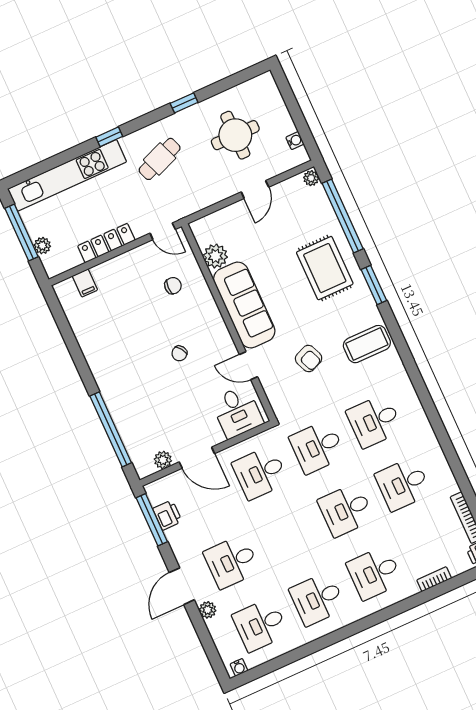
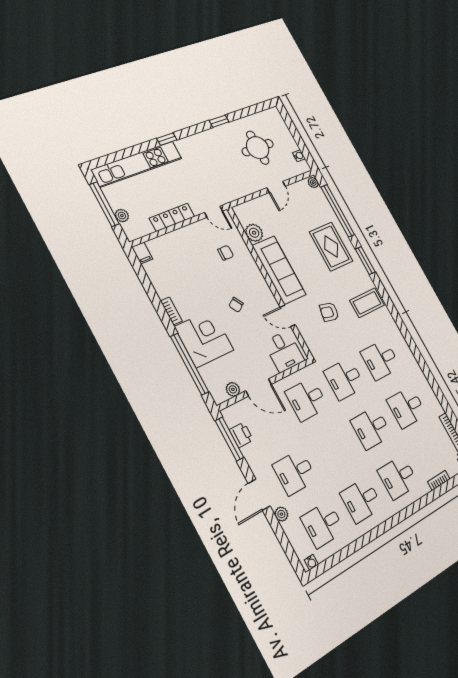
cafe table: (160, 159) -> (206, 159), removed
filing cabinet: (85, 283) -> (142, 253), moved
armchair: (309, 359) -> (329, 312), turned 125
bookcase: (94, 364) -> (171, 311), added
corner desk: (133, 397) -> (204, 338), added

